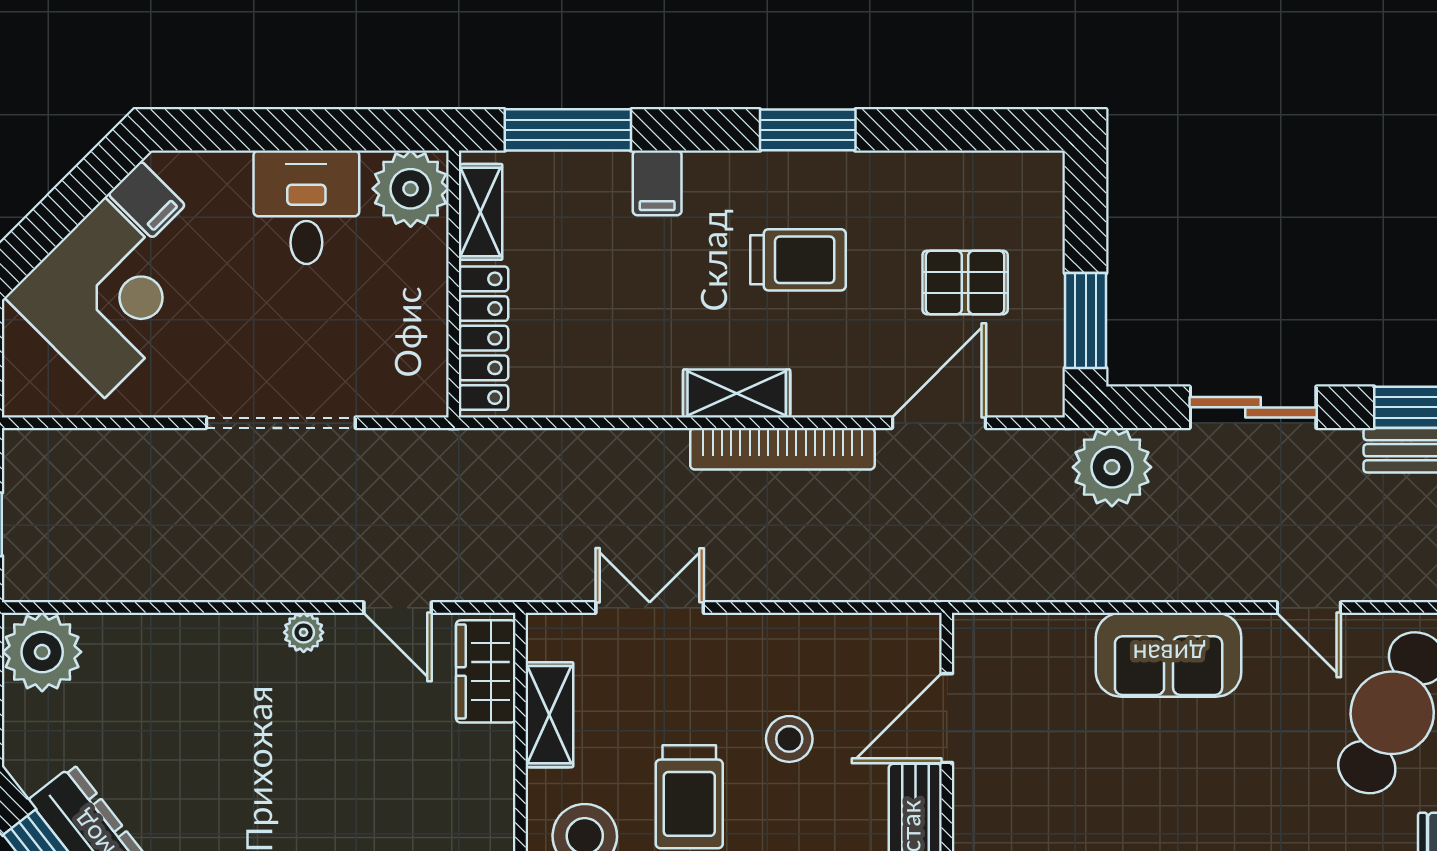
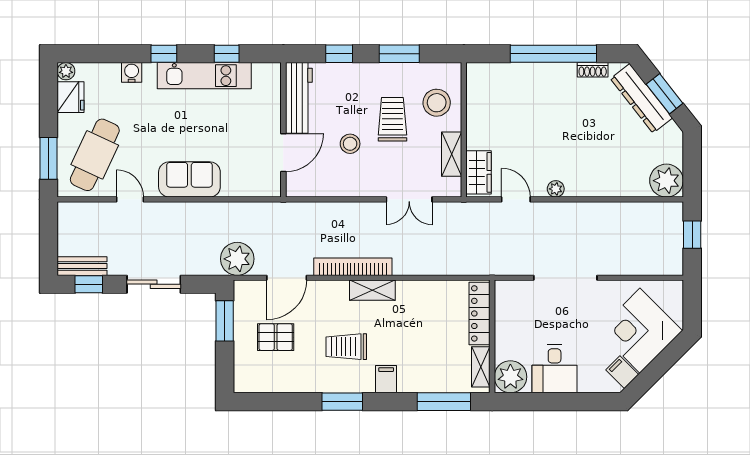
filing cabinet: (657, 183) -> (386, 379), moved
plant: (1112, 467) -> (237, 259), moved

